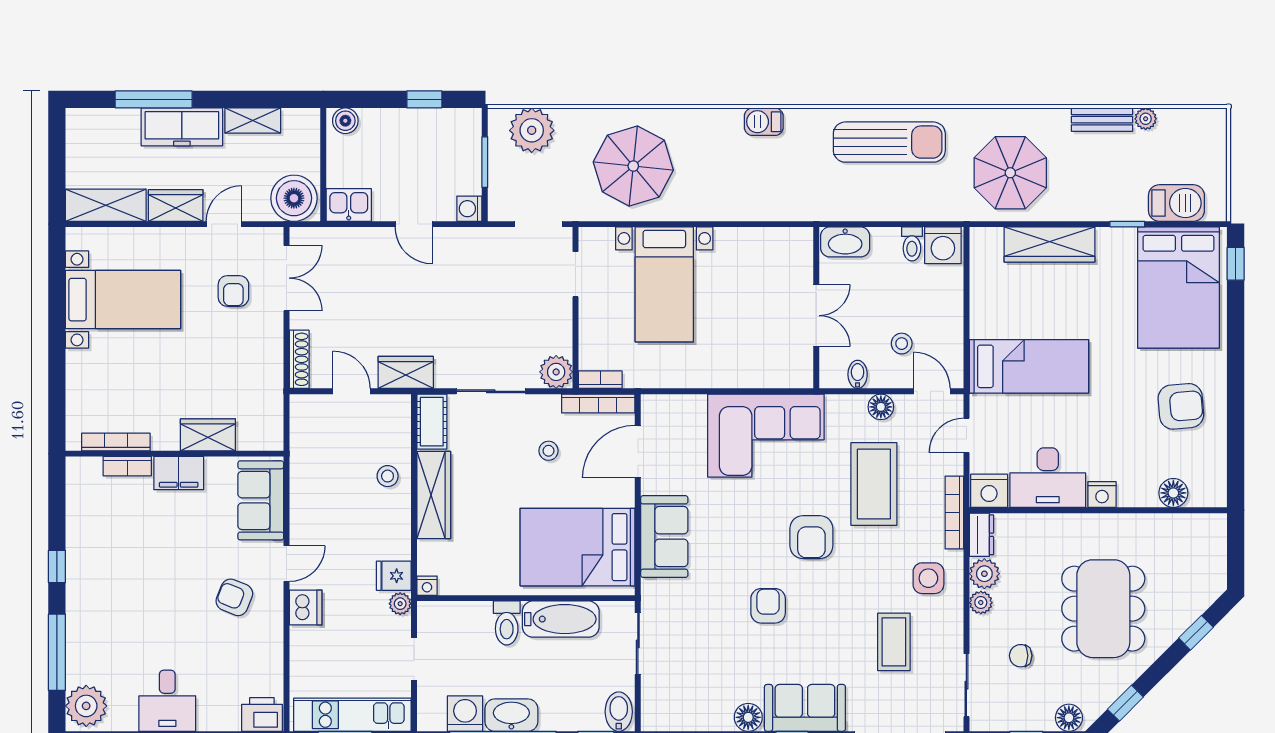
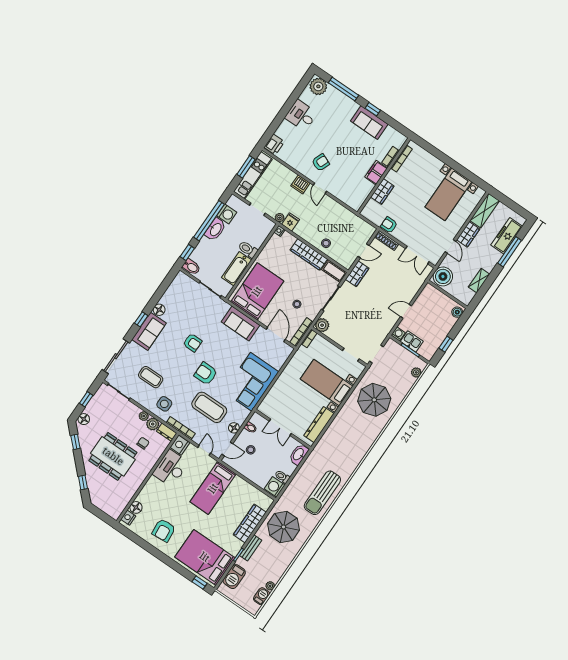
bench: (1102, 120) -> (251, 548), moved
barbecue: (764, 122) -> (262, 596), moved
freezer: (182, 127) -> (507, 236), moved
plant: (532, 130) -> (416, 372), width x0.53, depth x0.53
kitchen sink: (349, 205) -> (412, 341), moved, turned -90
dresser: (758, 242) -> (319, 425), added
armchair: (233, 291) -> (389, 225), moved
nightstand: (1102, 495) -> (128, 518), moved
sofa: (261, 500) -> (369, 123), moved, turned 180
chair: (1021, 656) -> (143, 443), moved

